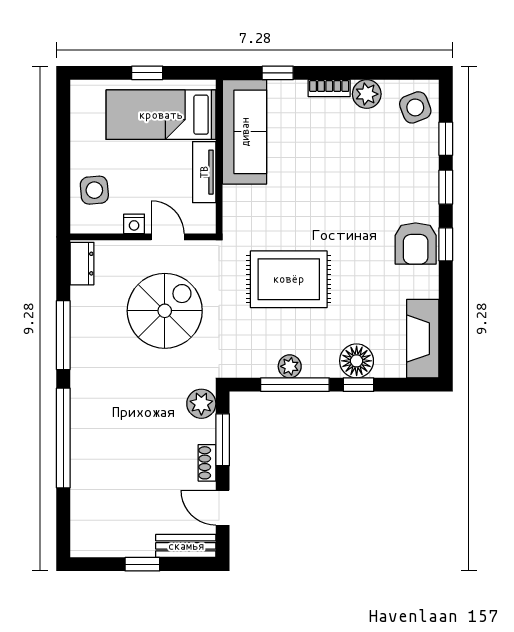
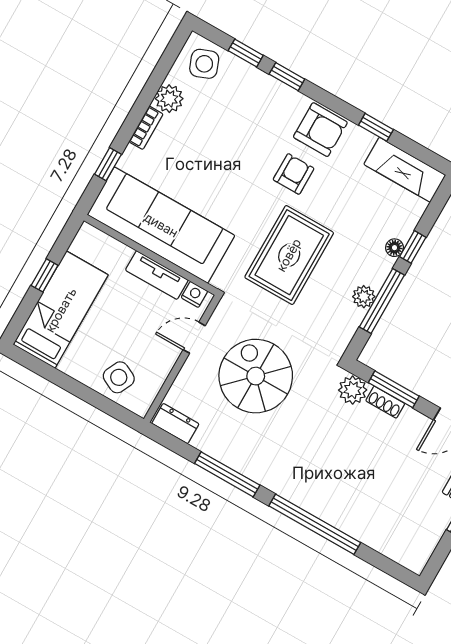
bed: (161, 115) -> (61, 310), moved, turned 180
sofa: (245, 132) -> (161, 225), width x1.36, depth x1.27
side table: (94, 190) -> (119, 377), turned 31
nightstand: (134, 224) -> (194, 294), moved, turned -90
armchair: (363, 242) -> (294, 174), added
window: (446, 244) -> (376, 127), moved
floor lamp: (357, 361) -> (394, 248), width x0.53, depth x0.53
shoe rack: (207, 463) -> (385, 402), moved

